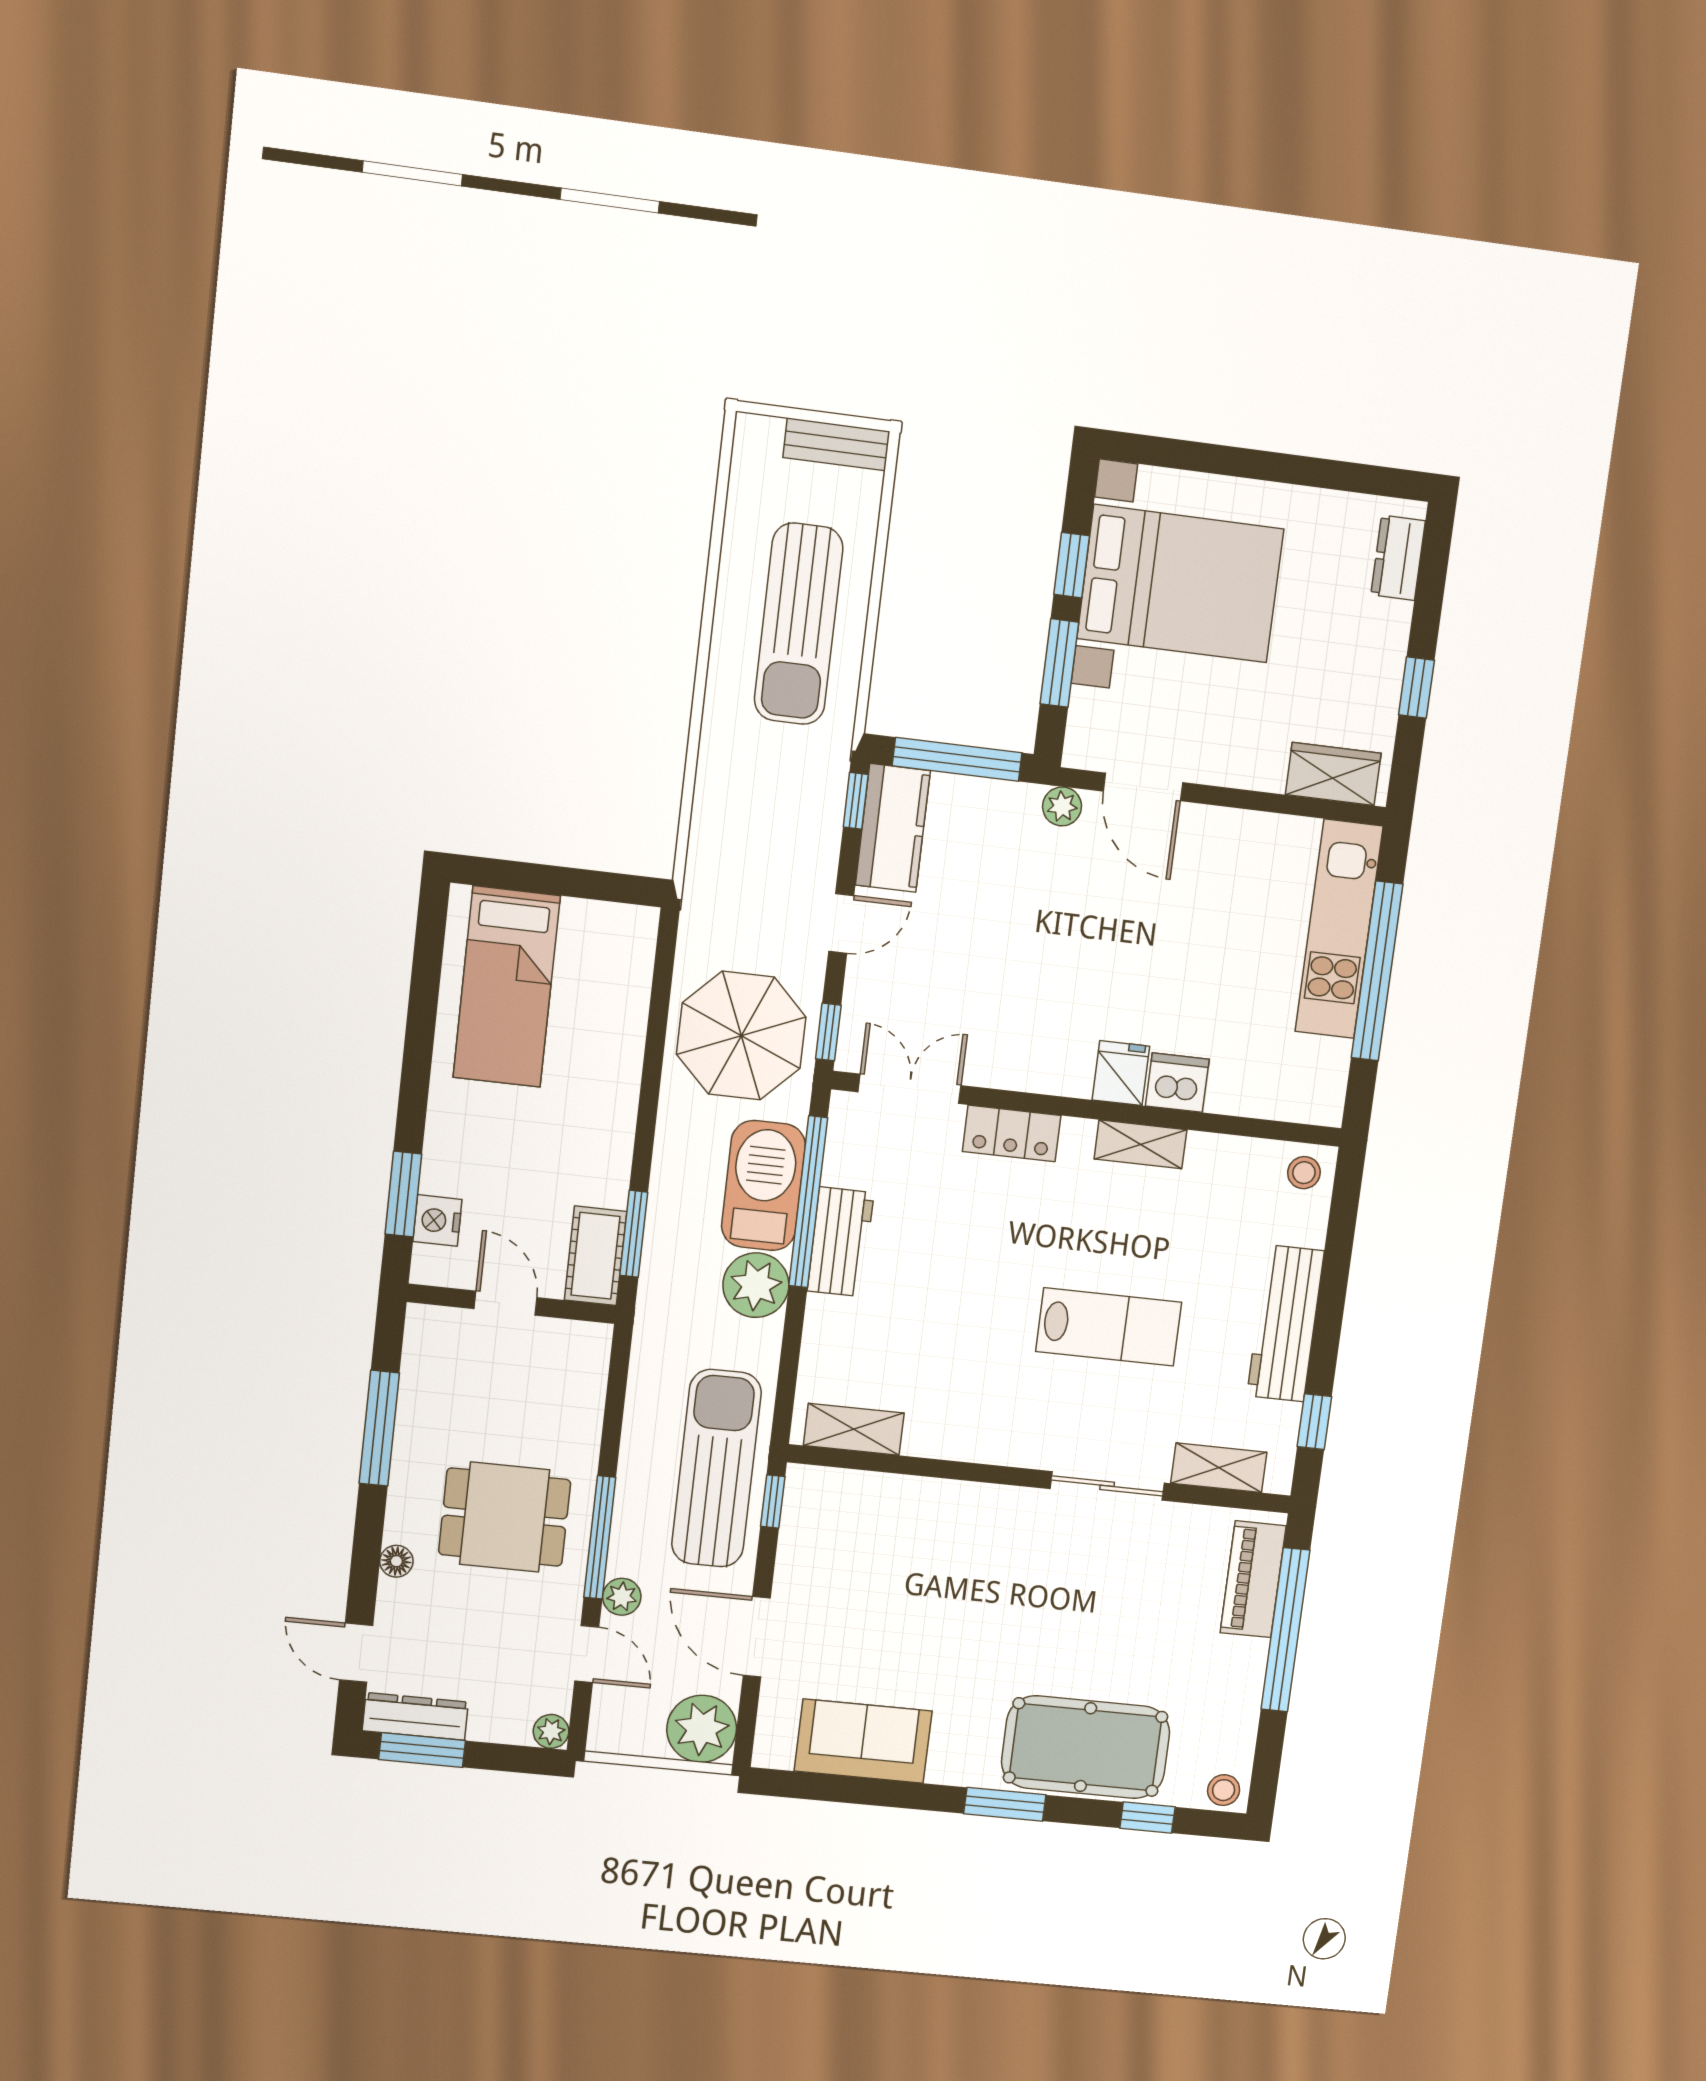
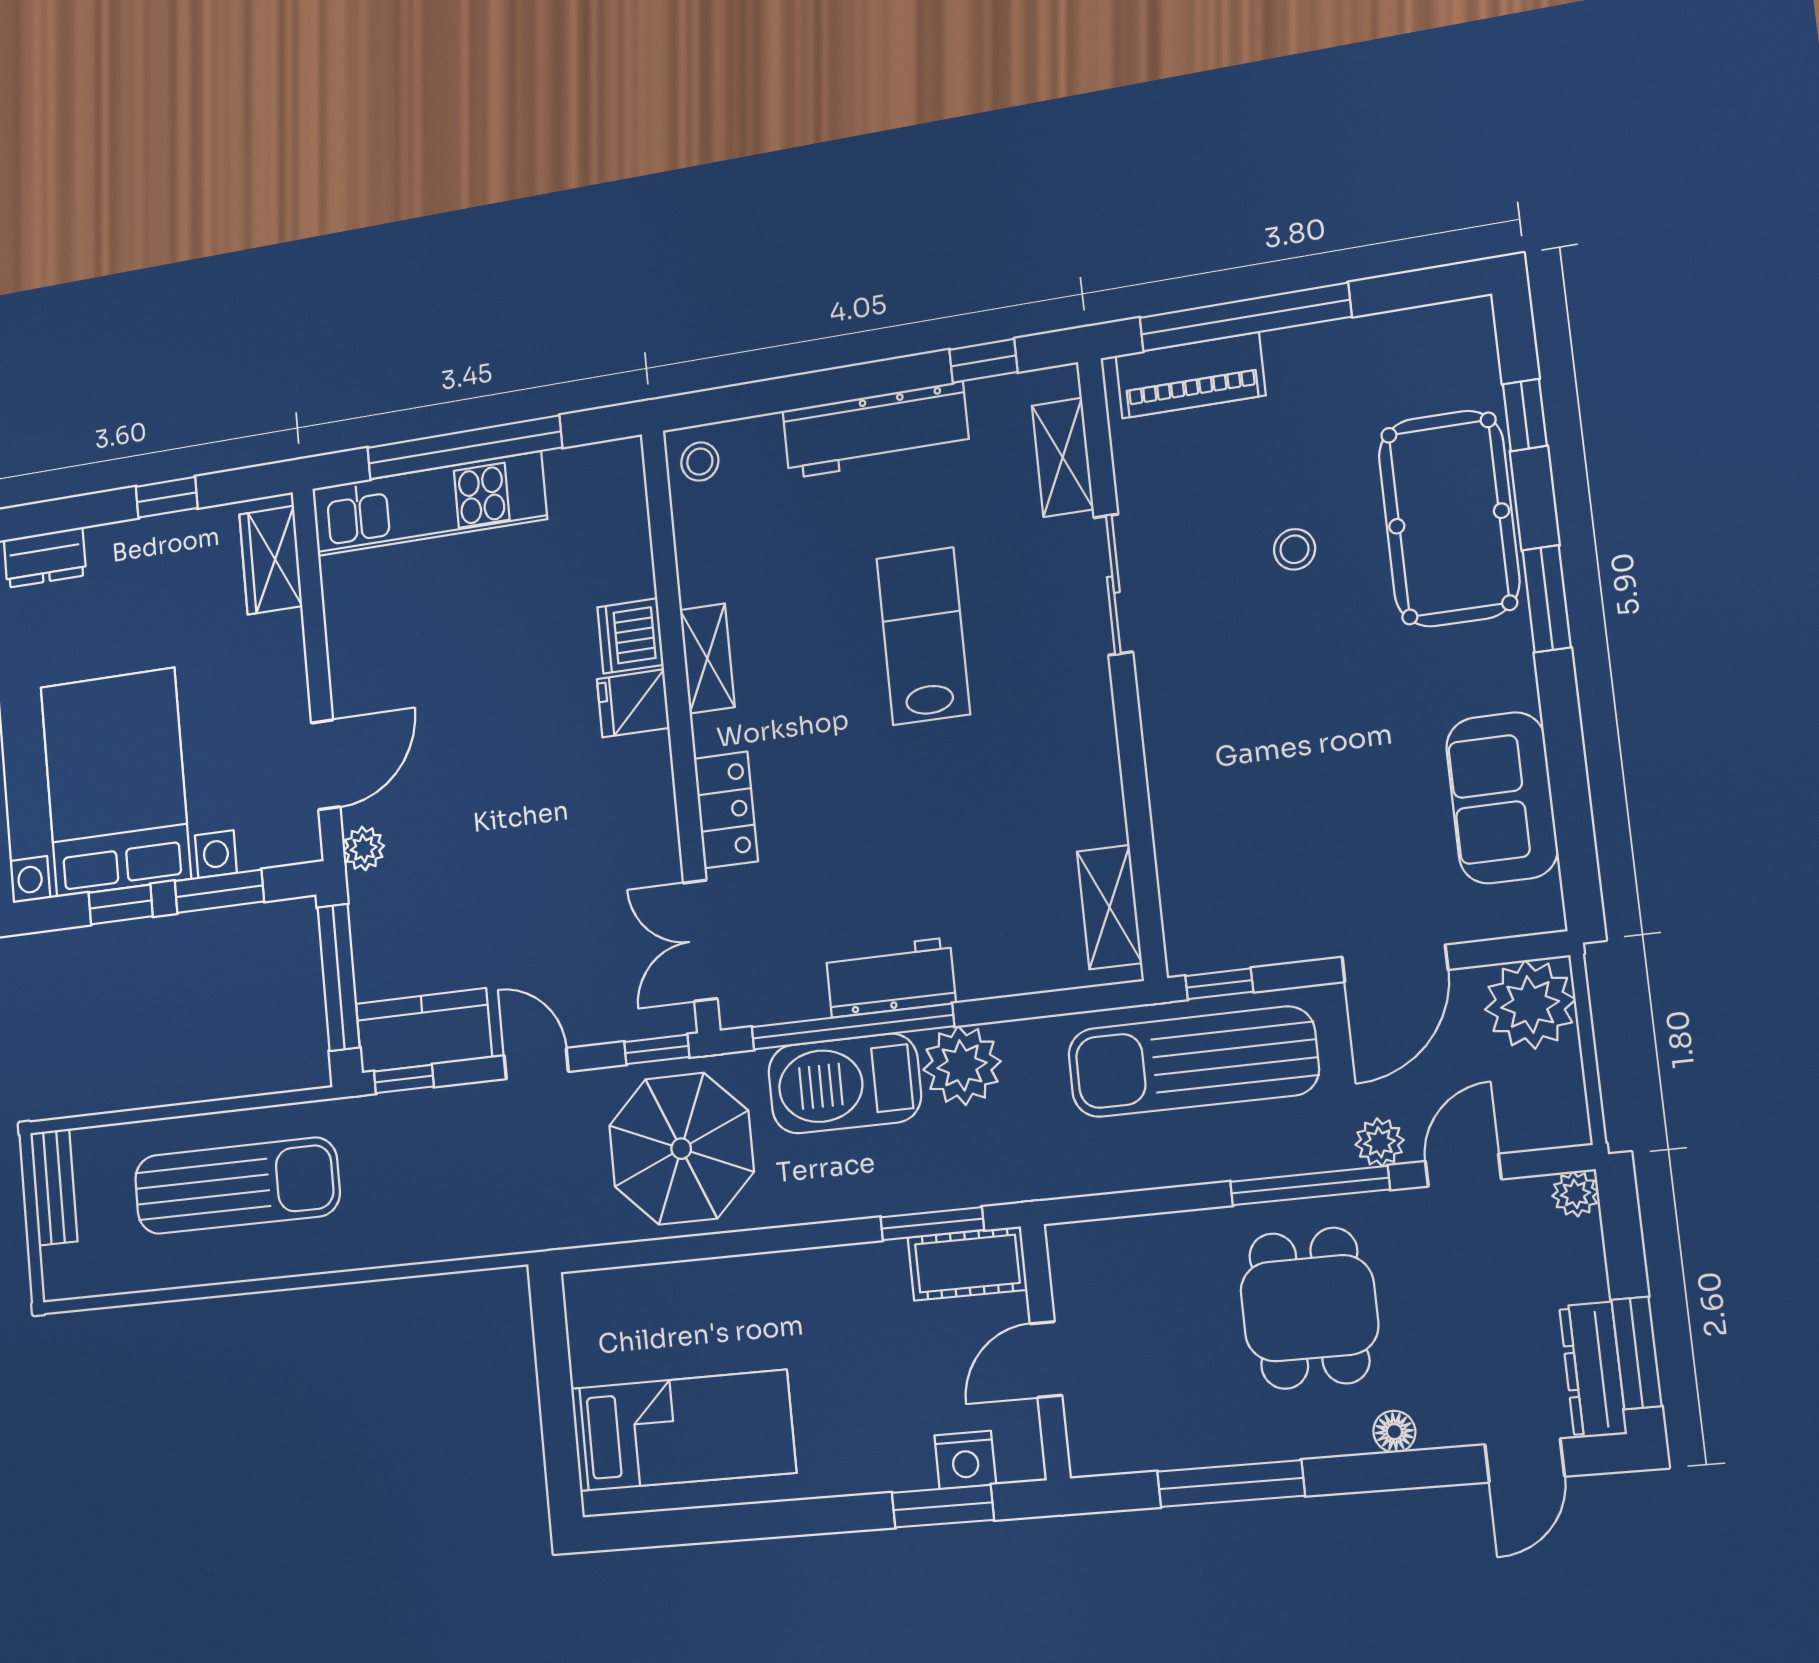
stool: (1224, 1790) -> (1295, 549), moved

